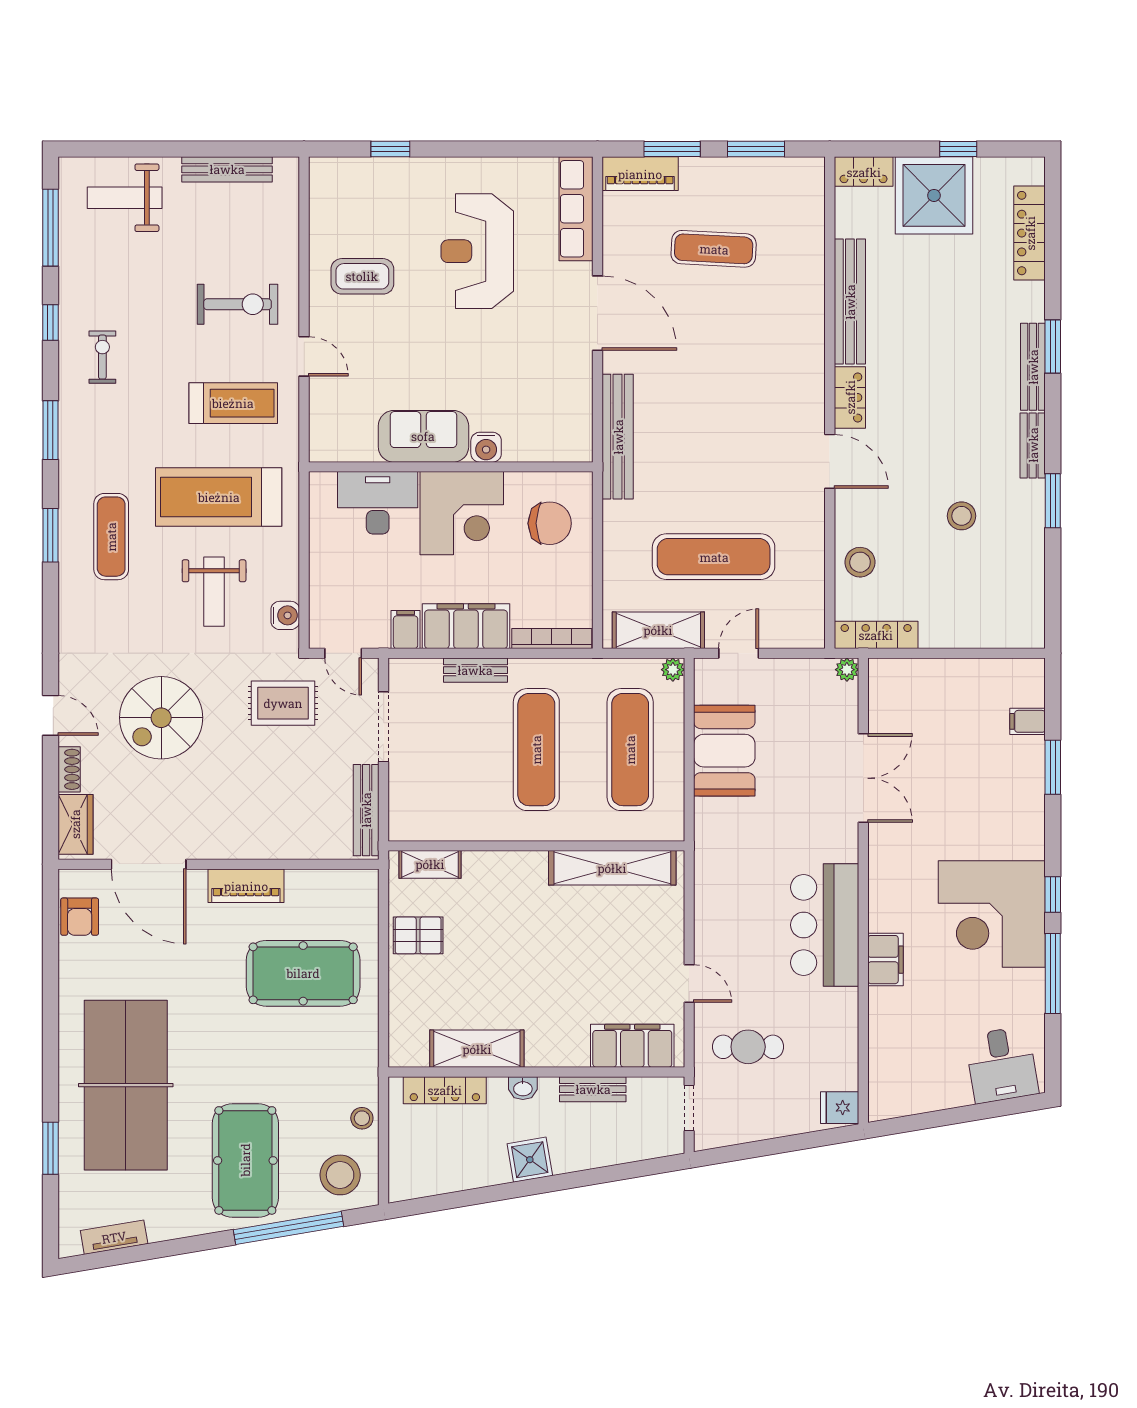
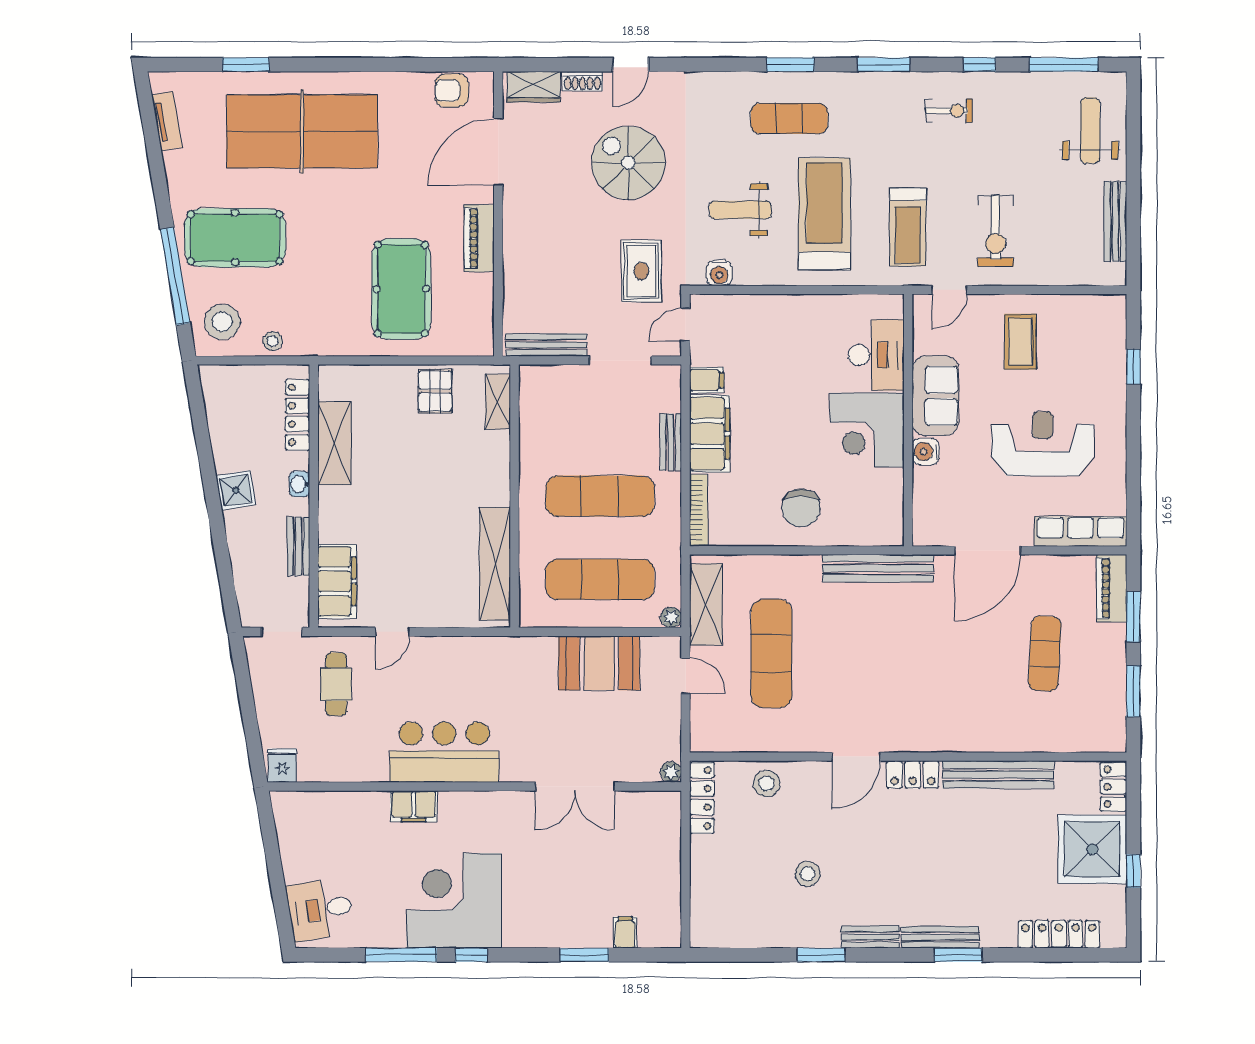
sofa: (423, 436) -> (935, 396), moved
water cooler: (486, 447) -> (926, 451), moved
wall: (451, 467) -> (908, 420), moved
desk: (378, 503) -> (876, 355), moved
corner desk: (462, 513) -> (867, 430), moved

